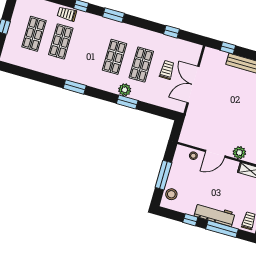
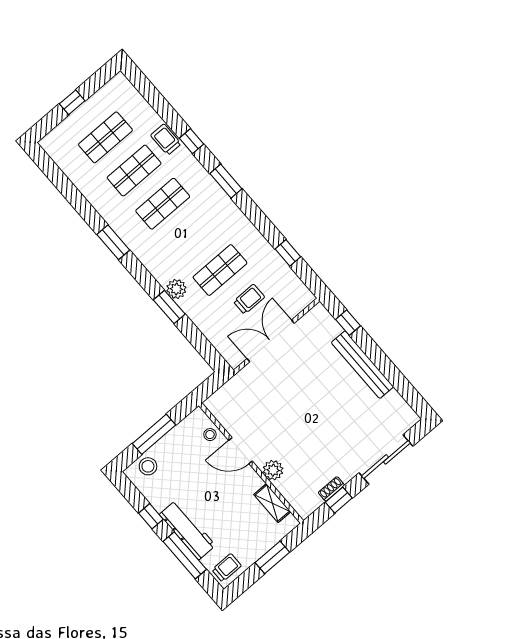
shop shelf: (114, 57) -> (163, 204), moved

